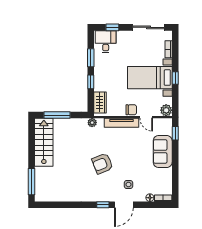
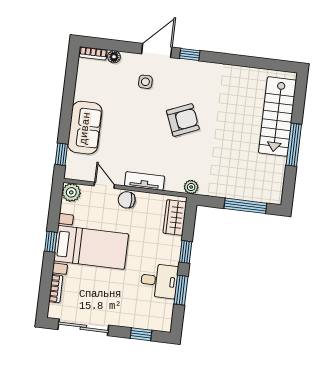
desk: (106, 42) -> (159, 281), moved, turned -90
tv unit: (122, 123) -> (145, 181), width x0.71
stairs: (44, 142) -> (277, 116), moved
window: (32, 182) -> (294, 145), moved

